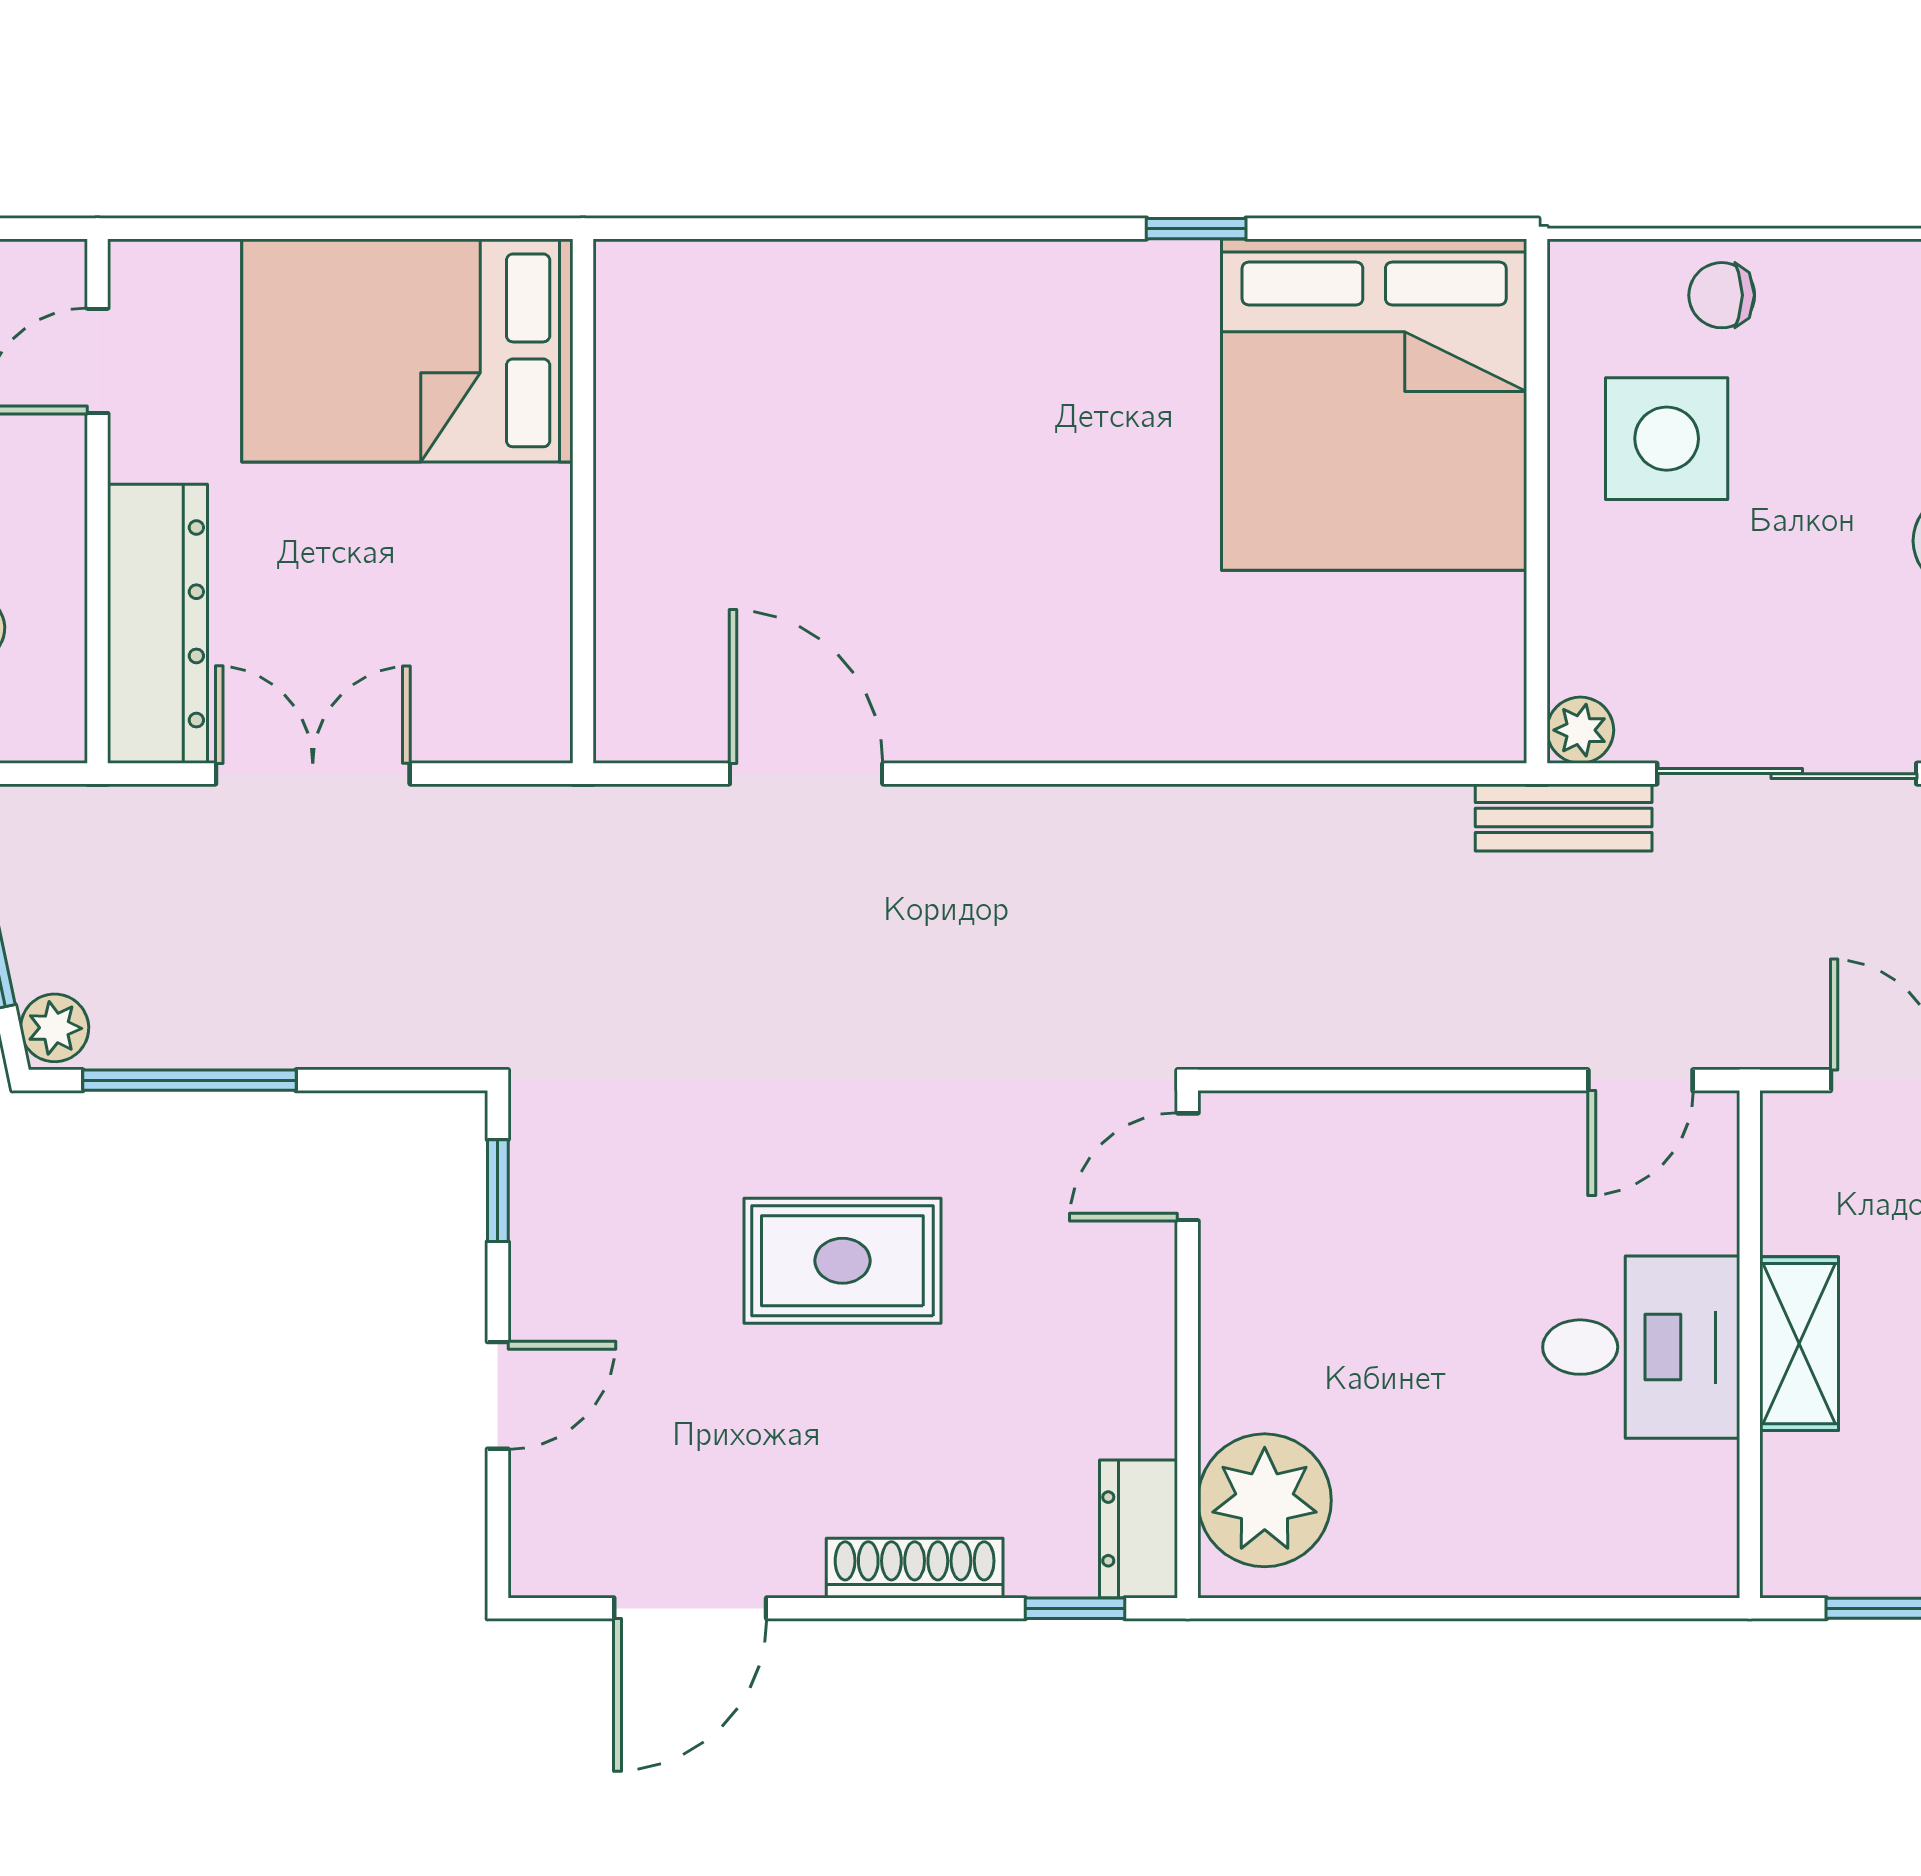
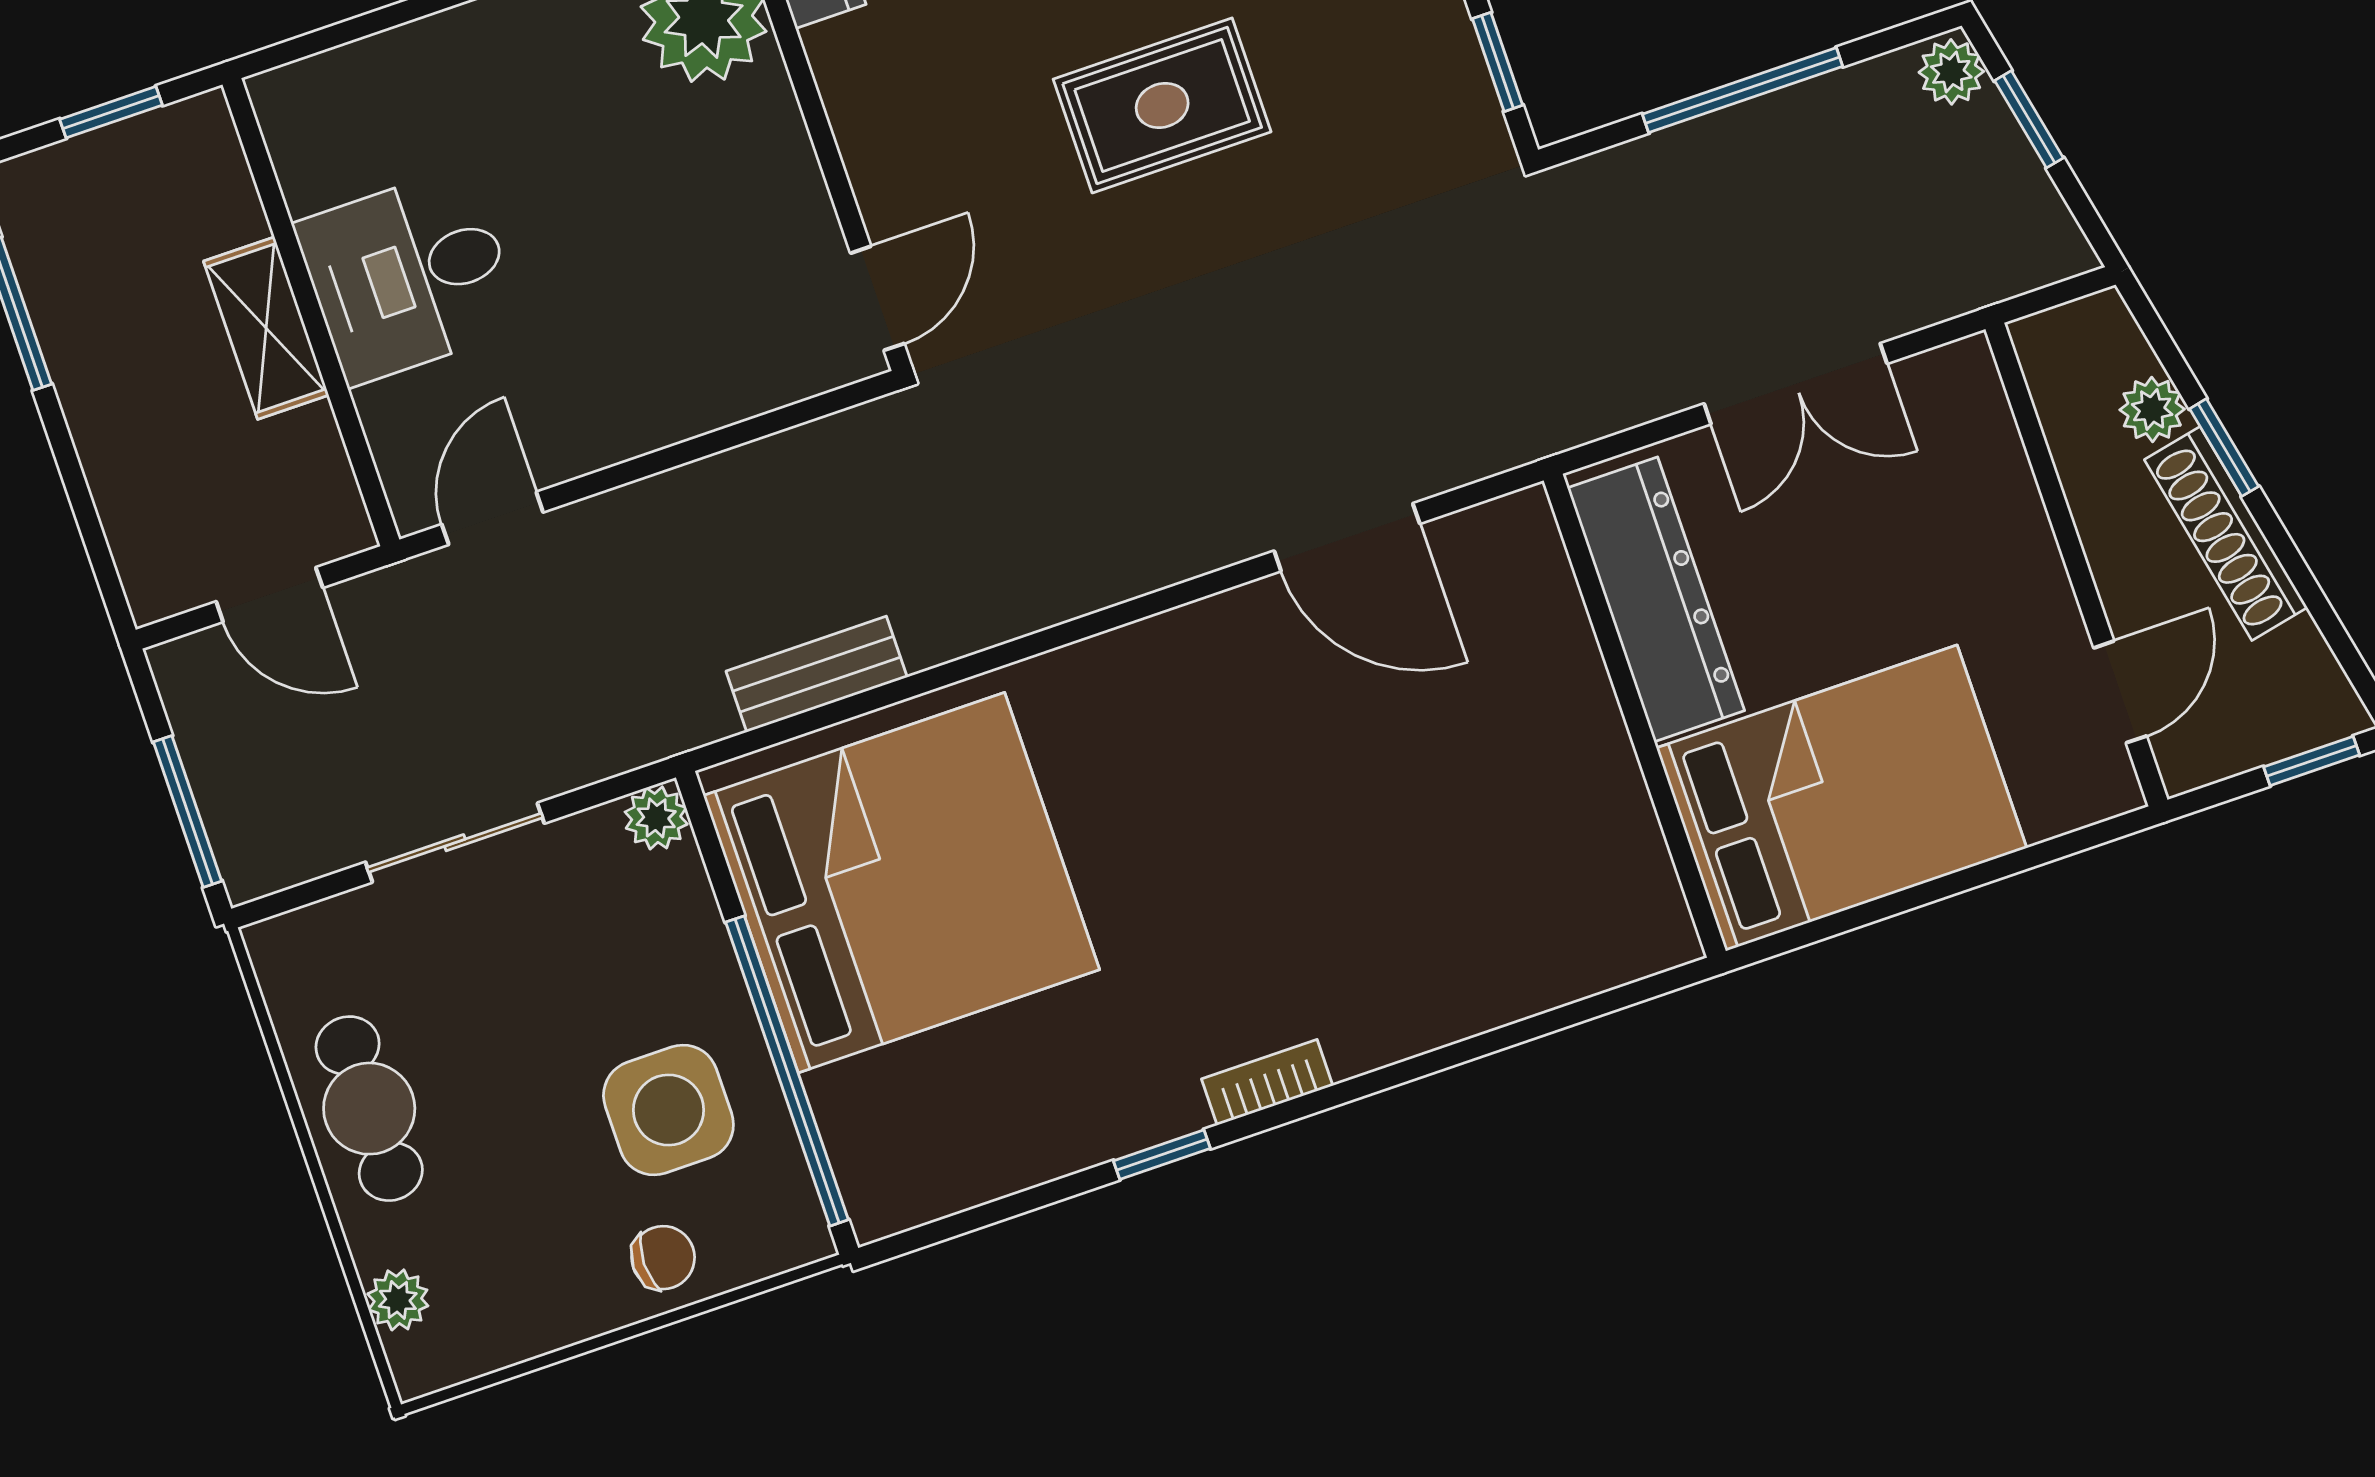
bookcase: (1068, 264) -> (1267, 1082), added
bed: (1374, 405) -> (901, 883), moved, turned 90
window: (1537, 437) -> (787, 1071), added
dresser: (158, 624) -> (1656, 599), moved, turned 180
sliding door: (1787, 774) -> (455, 843), width x0.73
bench: (1564, 818) -> (817, 674), moved
window: (189, 1080) -> (1742, 90), moved

